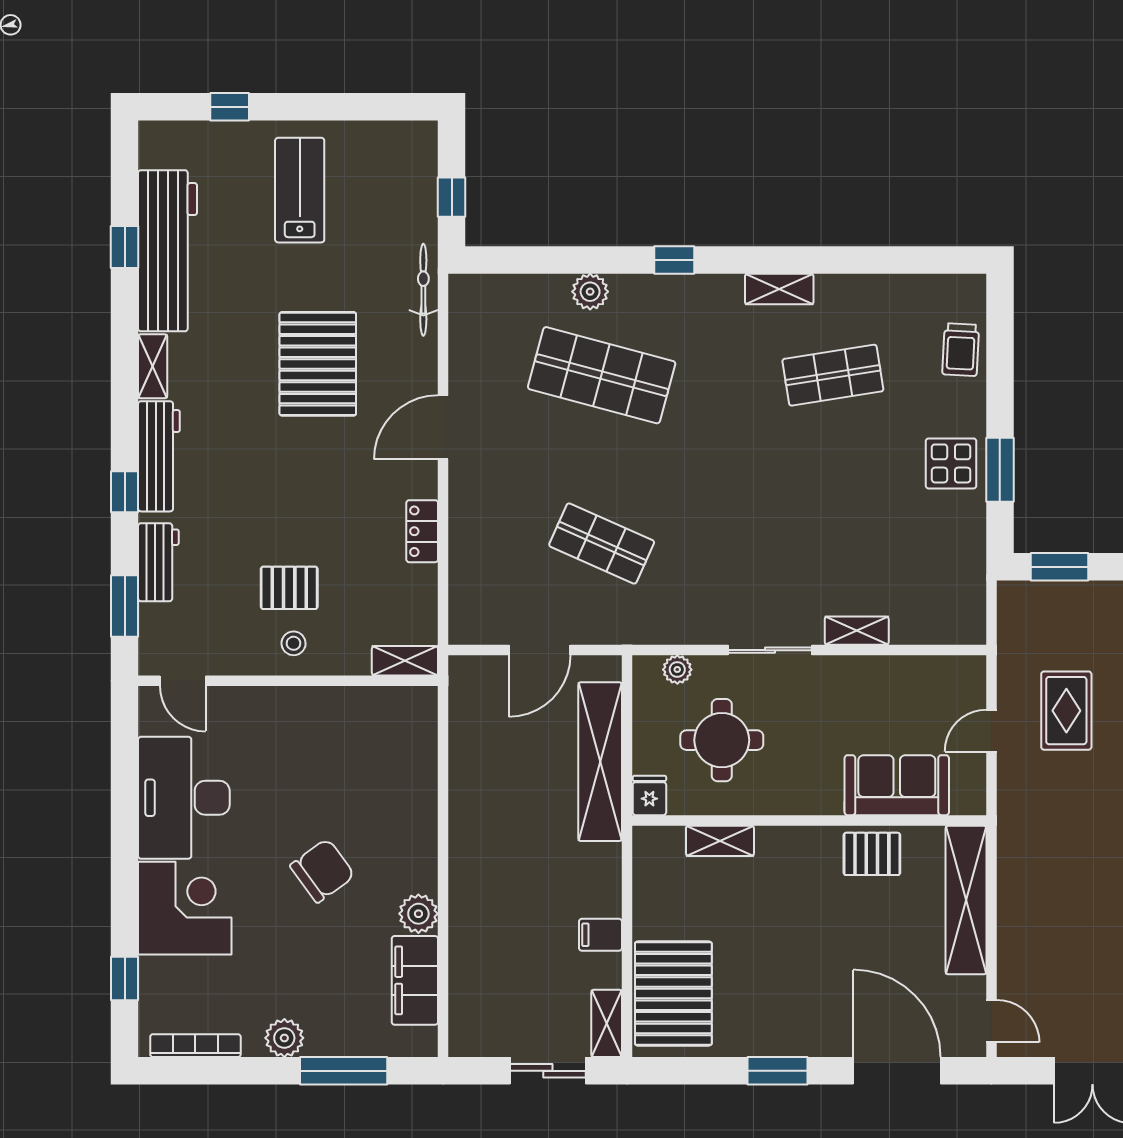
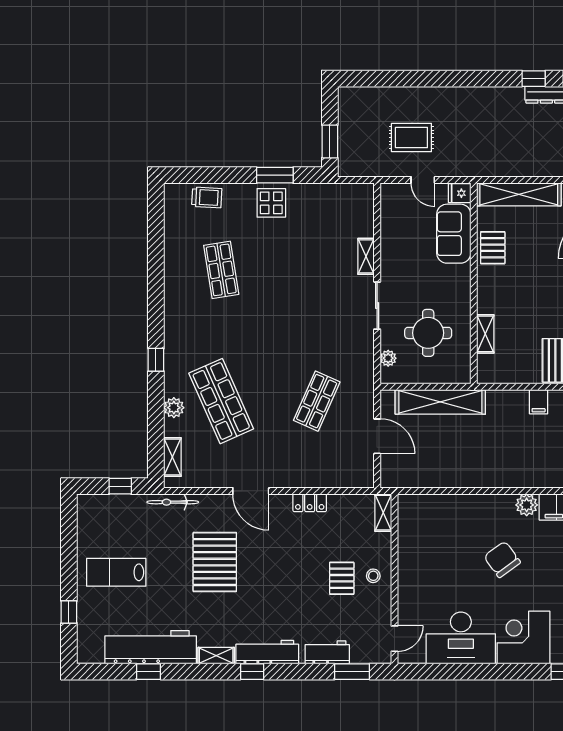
shelving: (779, 289) -> (172, 457), moved
pallet: (318, 364) -> (215, 562), turned 90
shop shelf: (602, 375) -> (221, 401), turned -39
window: (125, 492) -> (252, 672), moved
fridge: (649, 795) -> (460, 193), moved

